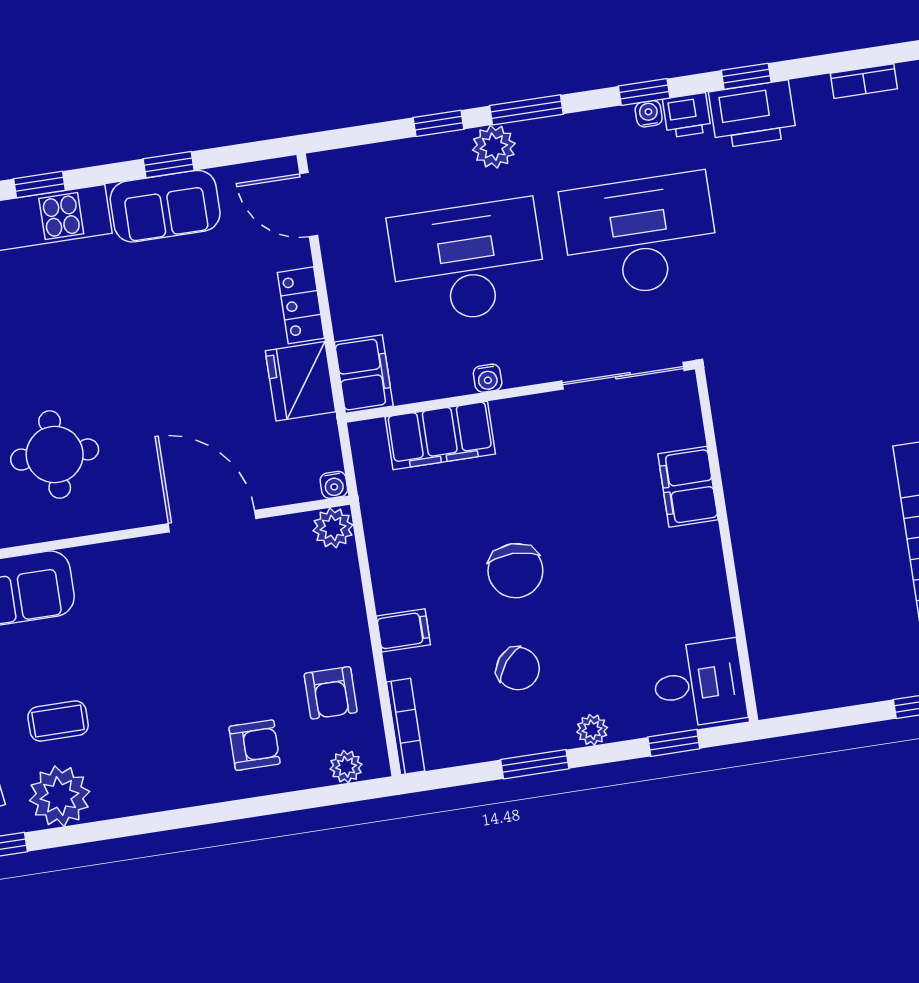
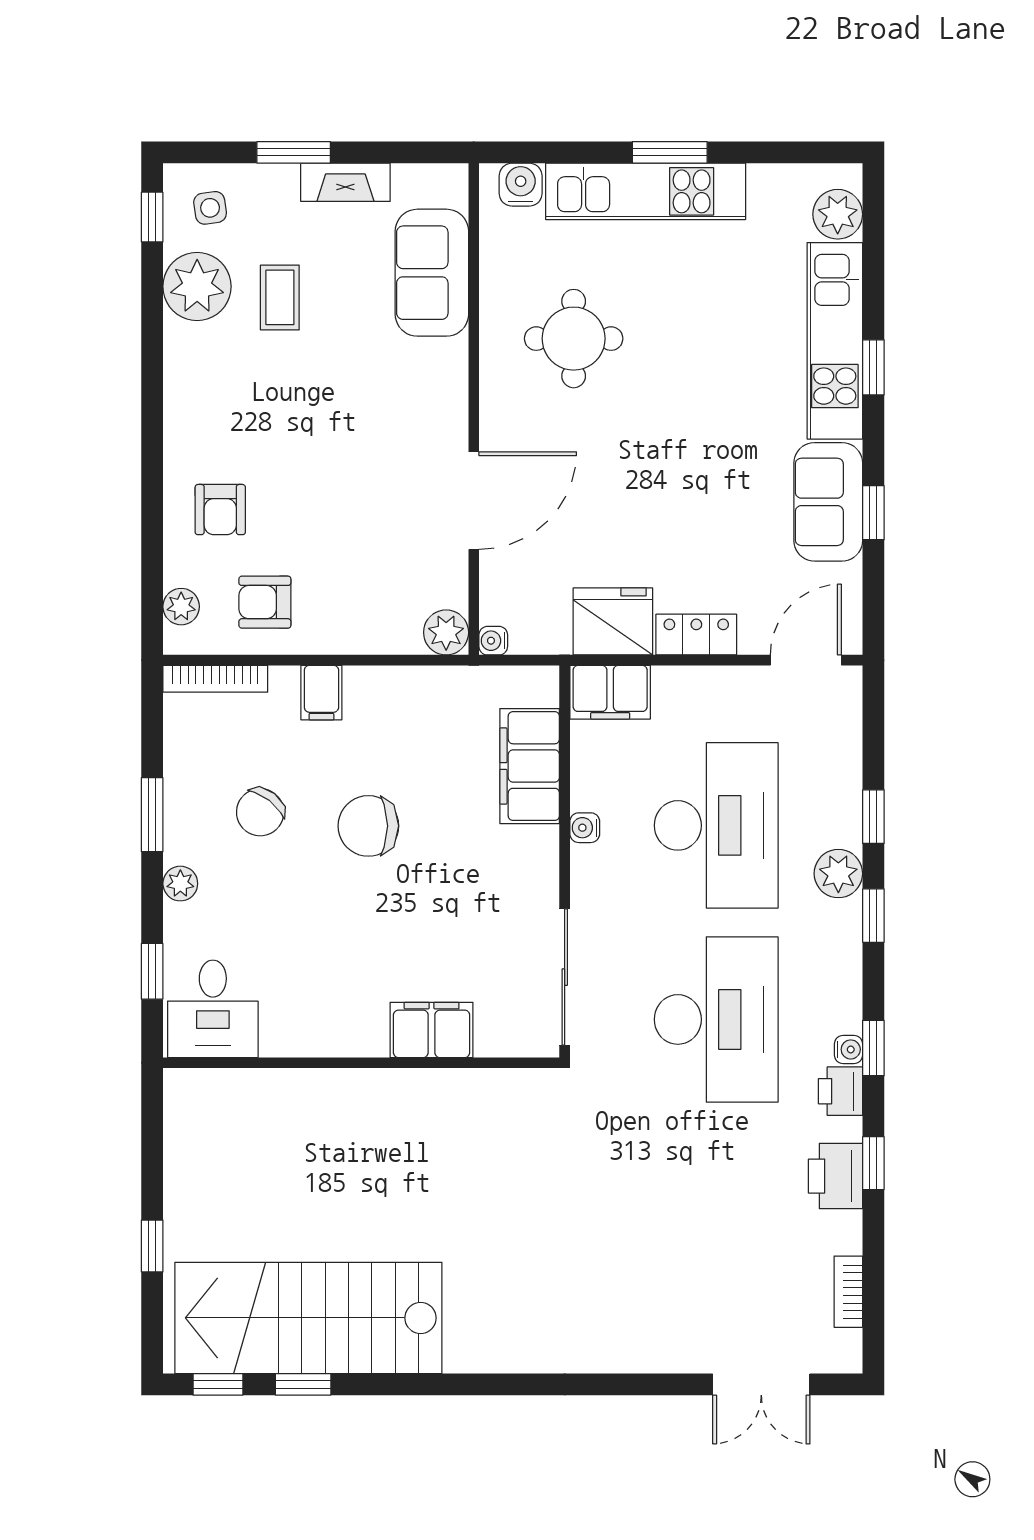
window: (526, 110) -> (873, 916), width x0.67
printer: (753, 114) -> (835, 1176), width x0.73, depth x0.84

